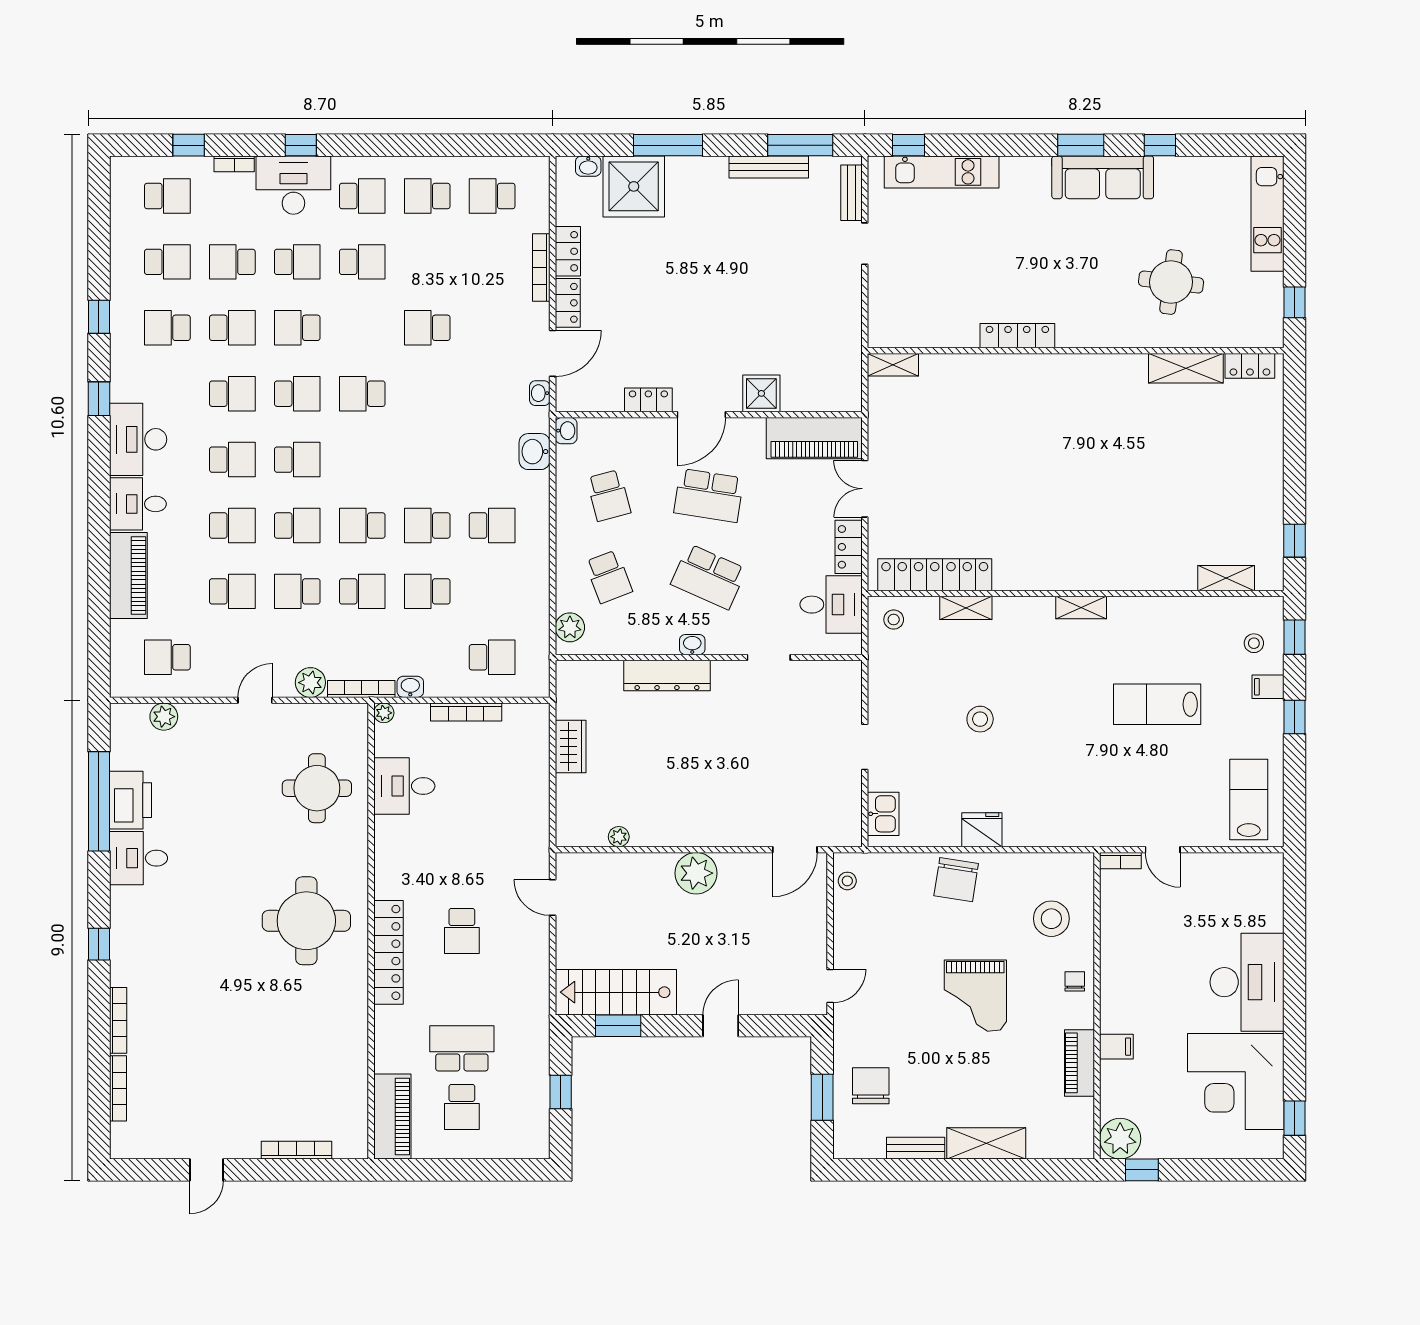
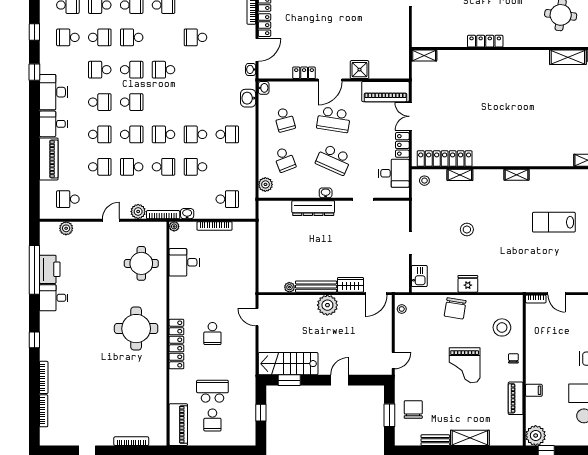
school desk: (232, 394) -> (100, 70), turned 180
wardrobe: (571, 747) -> (350, 285), moved, turned -90
bench: (673, 835) -> (316, 287), added

